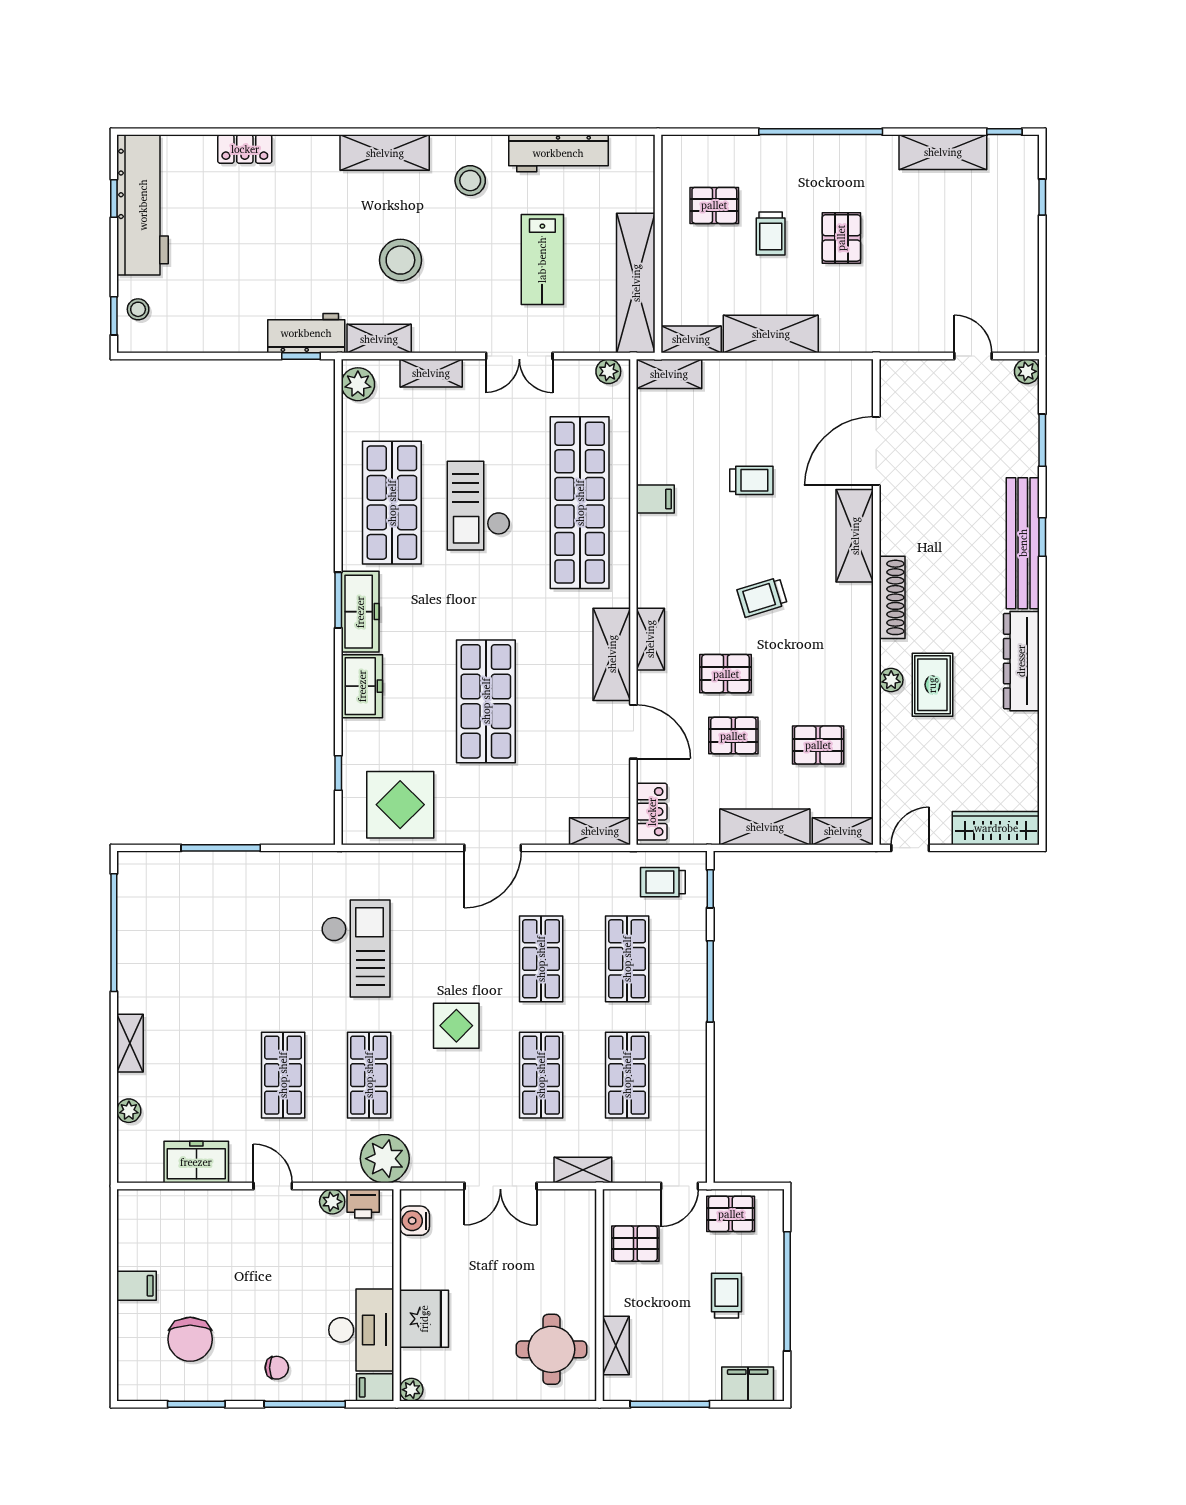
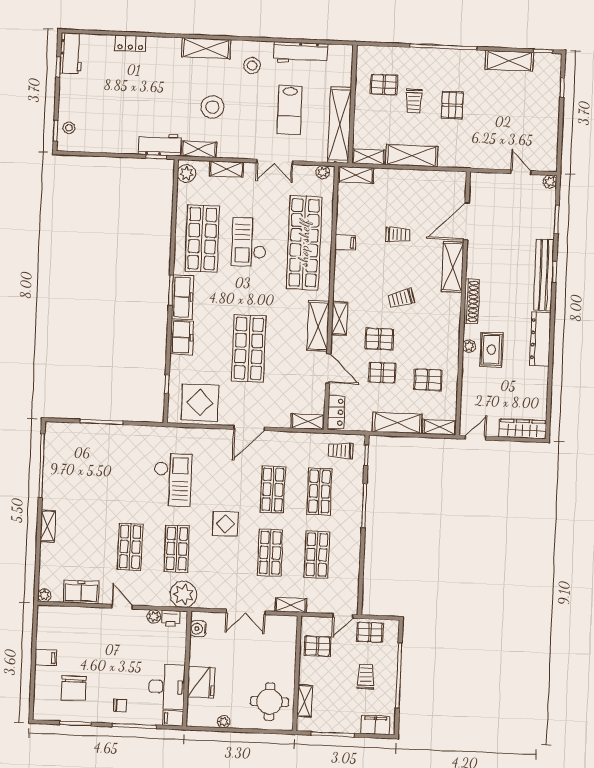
workbench: (143, 205) -> (71, 53), width x0.53, depth x0.76
plant: (129, 1111) -> (44, 595), moved
plant: (411, 1390) -> (224, 722), moved

